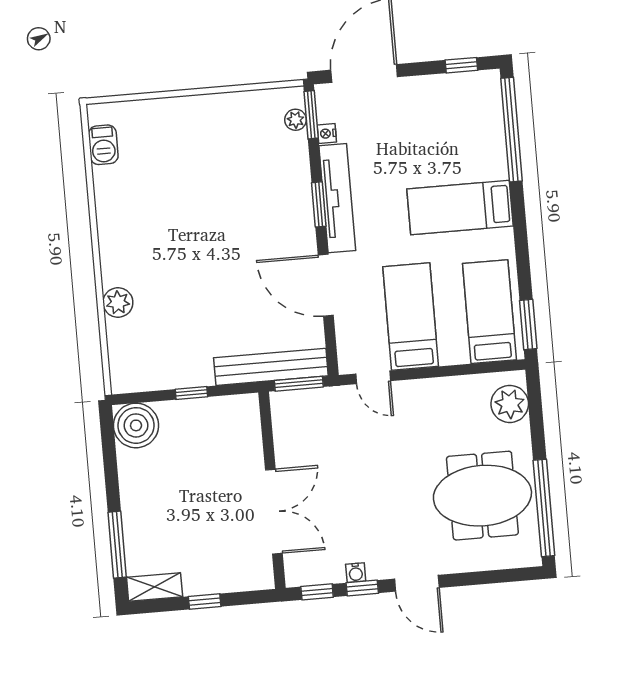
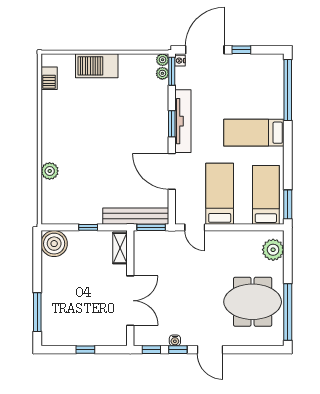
window: (461, 65) -> (241, 50), moved
plant: (294, 97) -> (163, 60), added
barbecue: (183, 117) -> (97, 66), added
nightstand: (327, 133) -> (180, 61), moved
shelving: (155, 587) -> (120, 248), moved, turned 90

